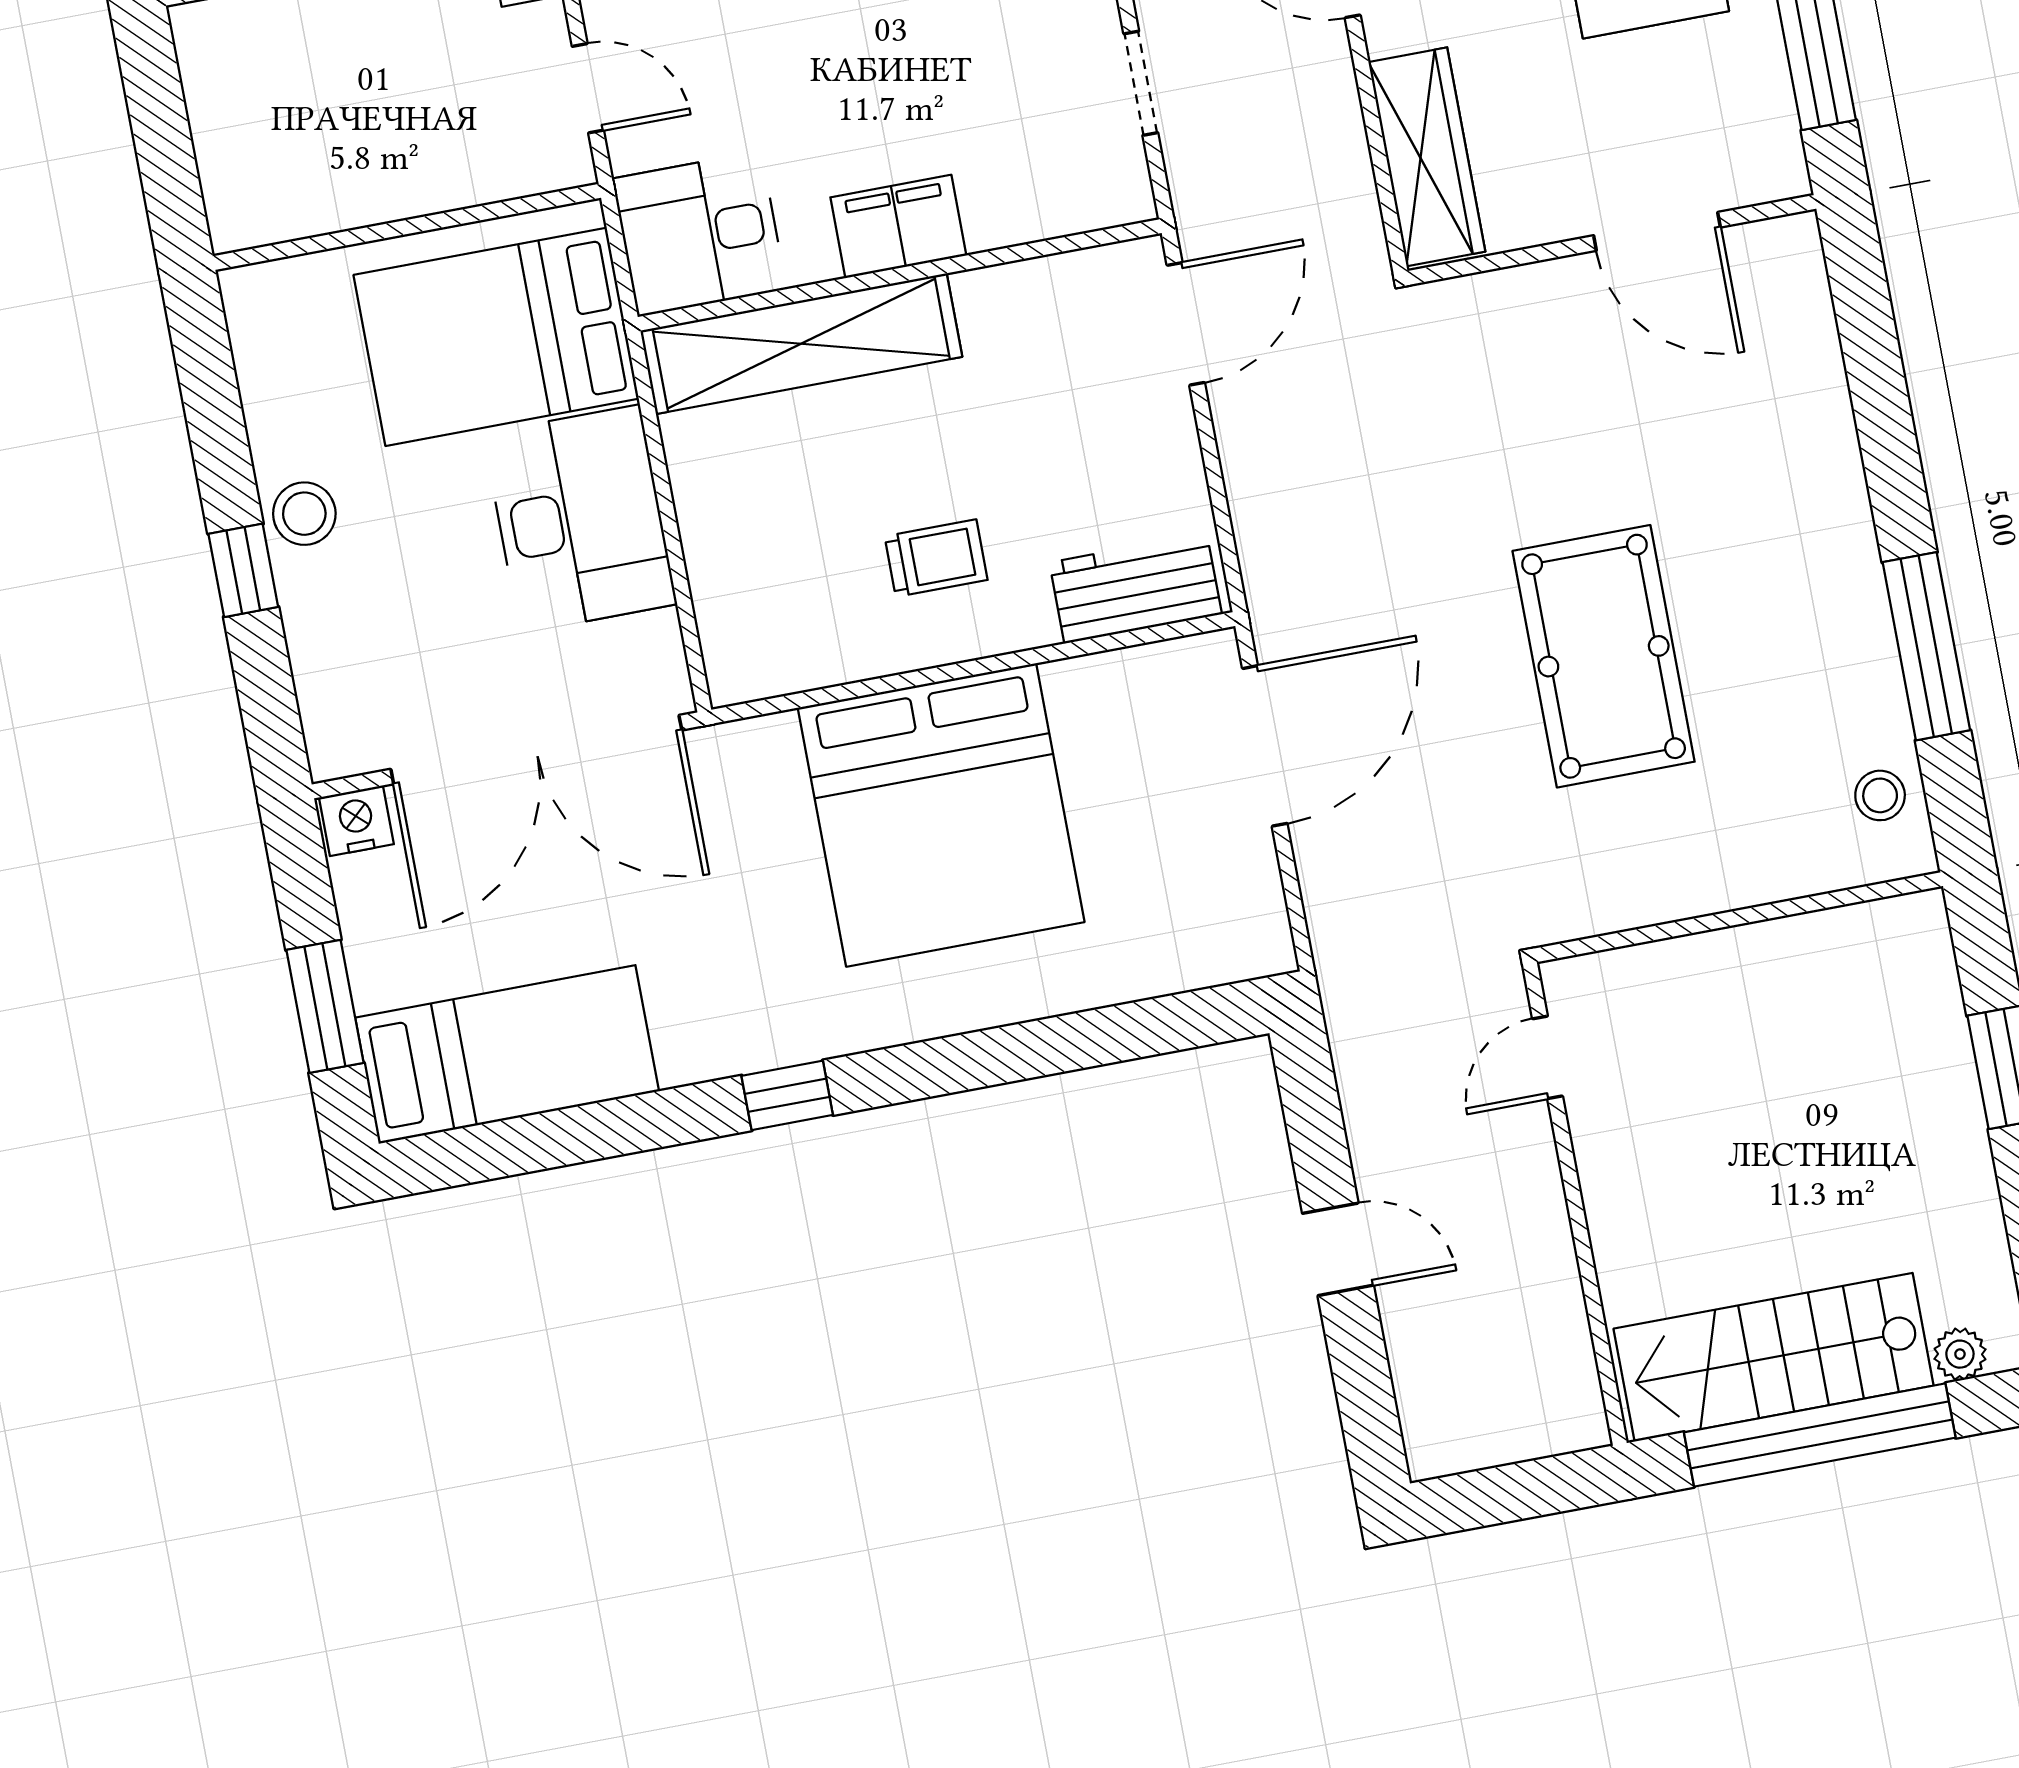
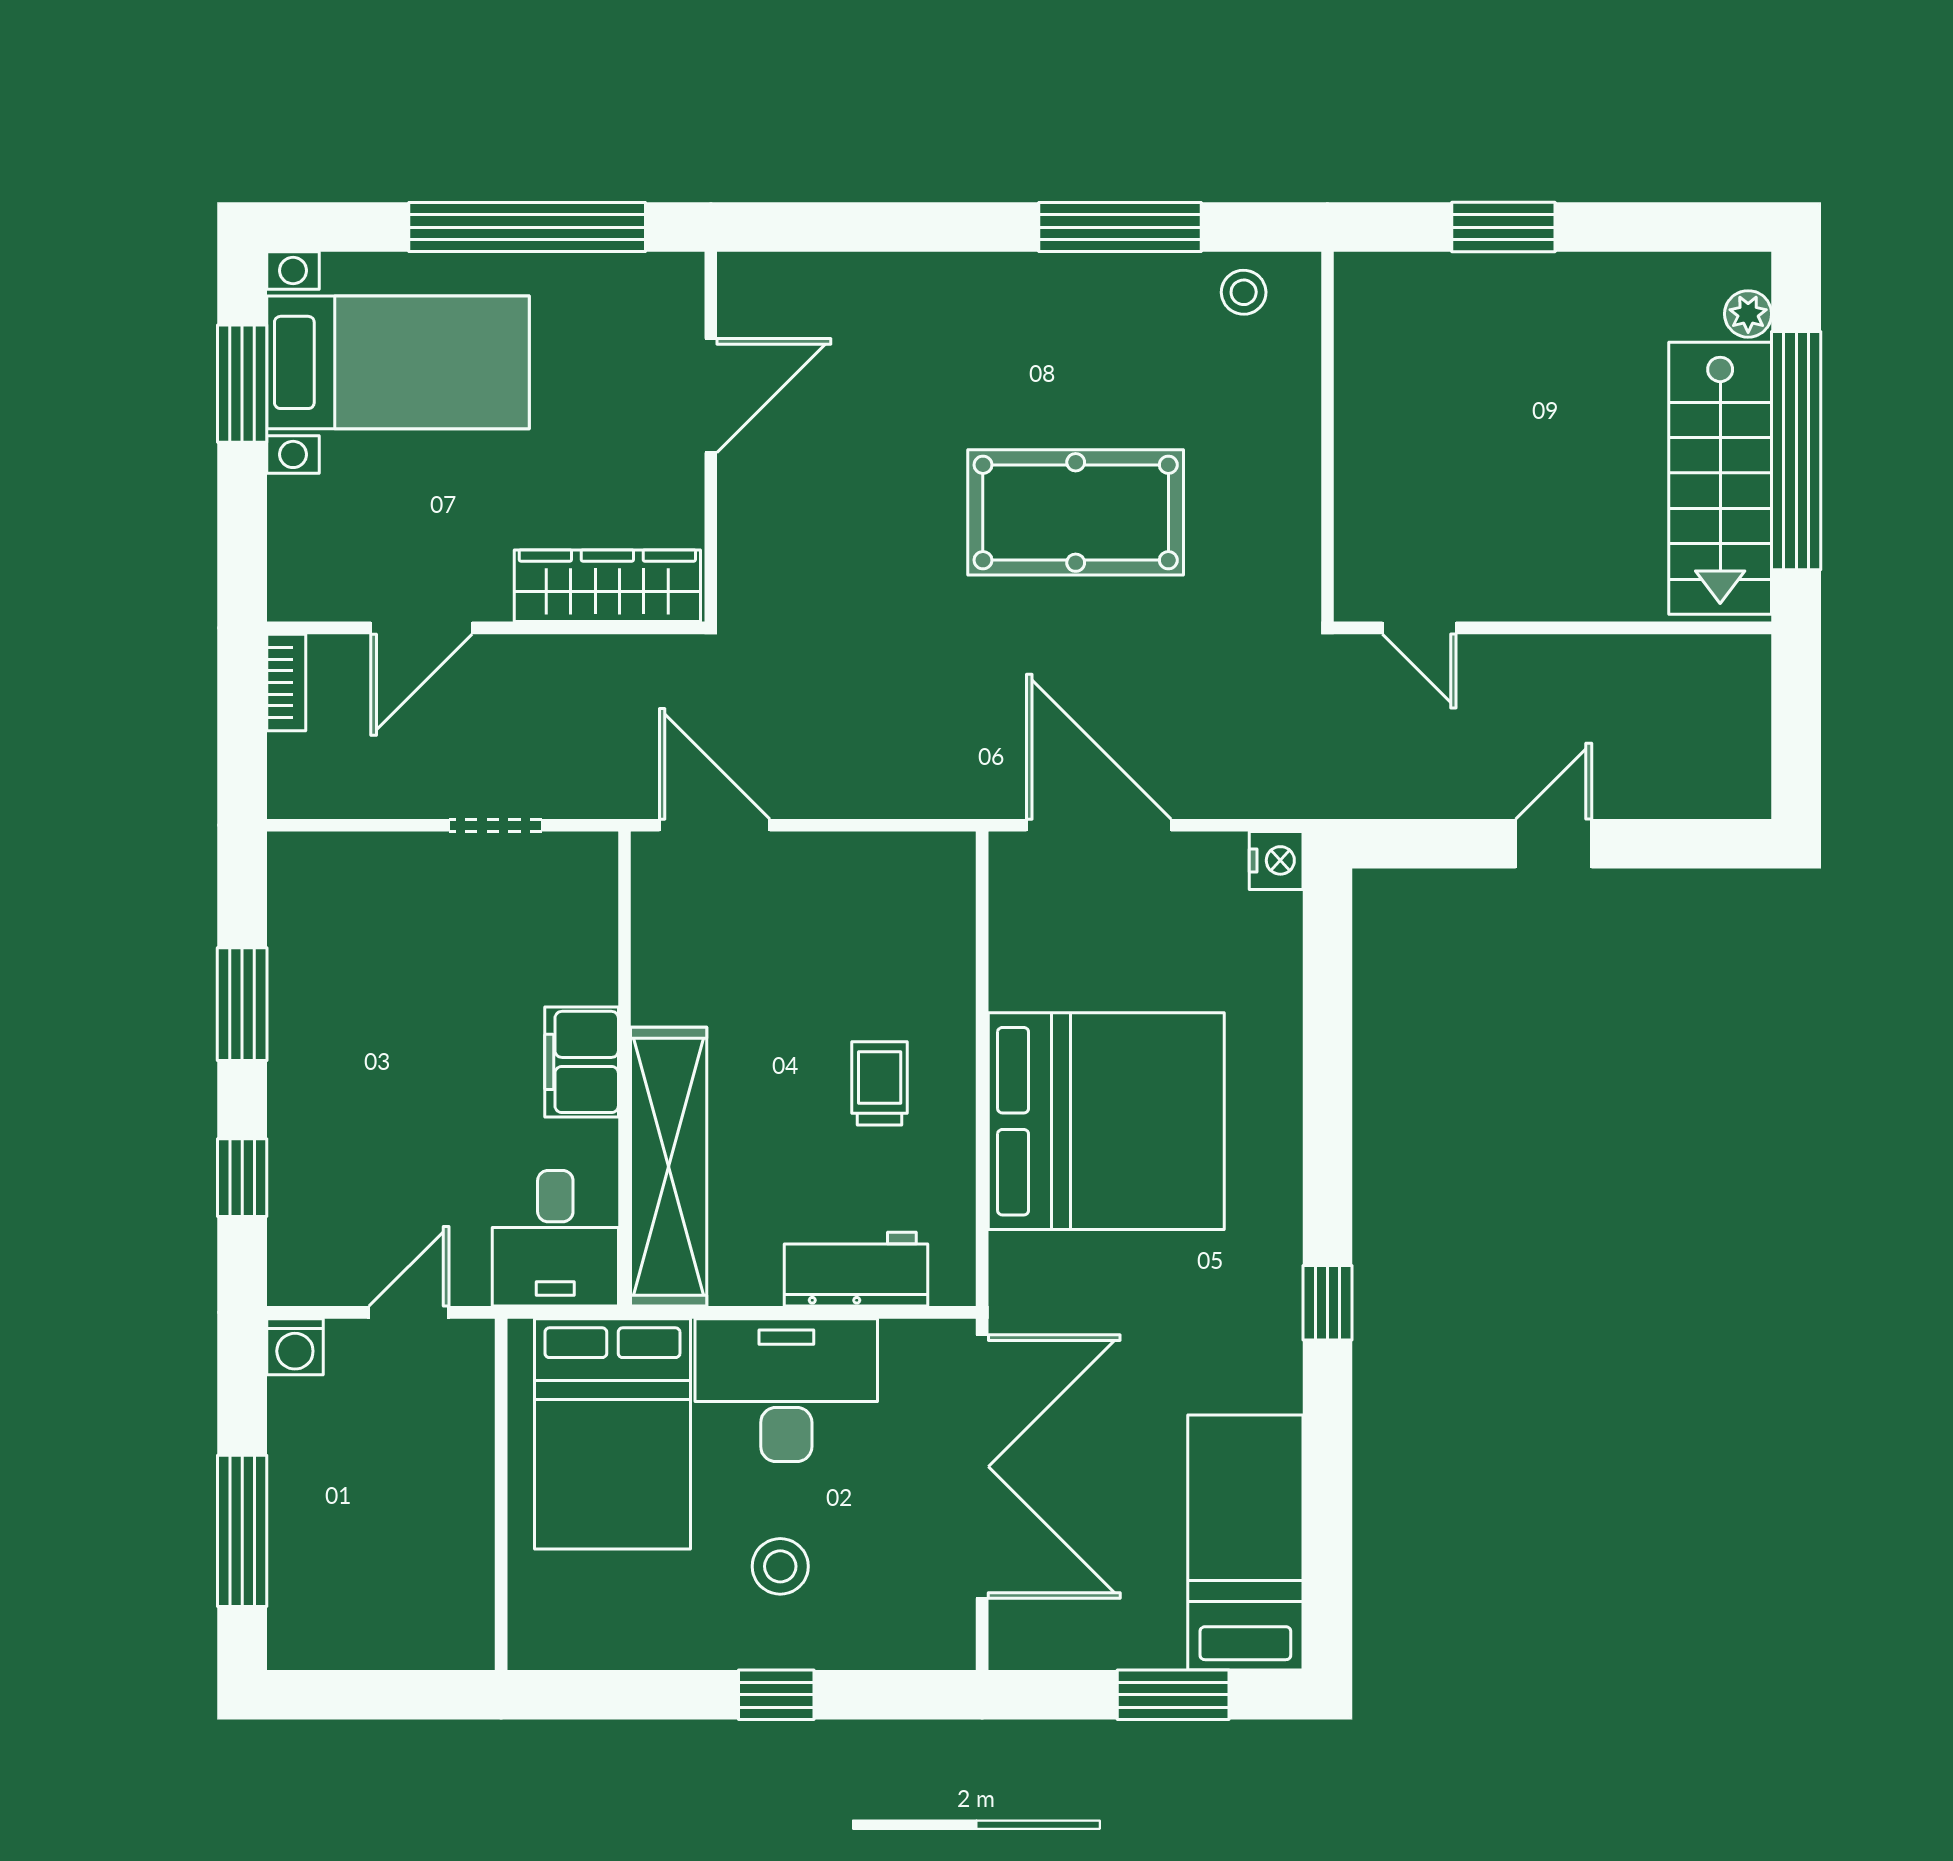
stool: (304, 514) -> (780, 1566), moved
workbench: (1136, 588) -> (856, 1269), moved, turned 90
nightstand: (356, 821) -> (1276, 860), moved, turned 180

